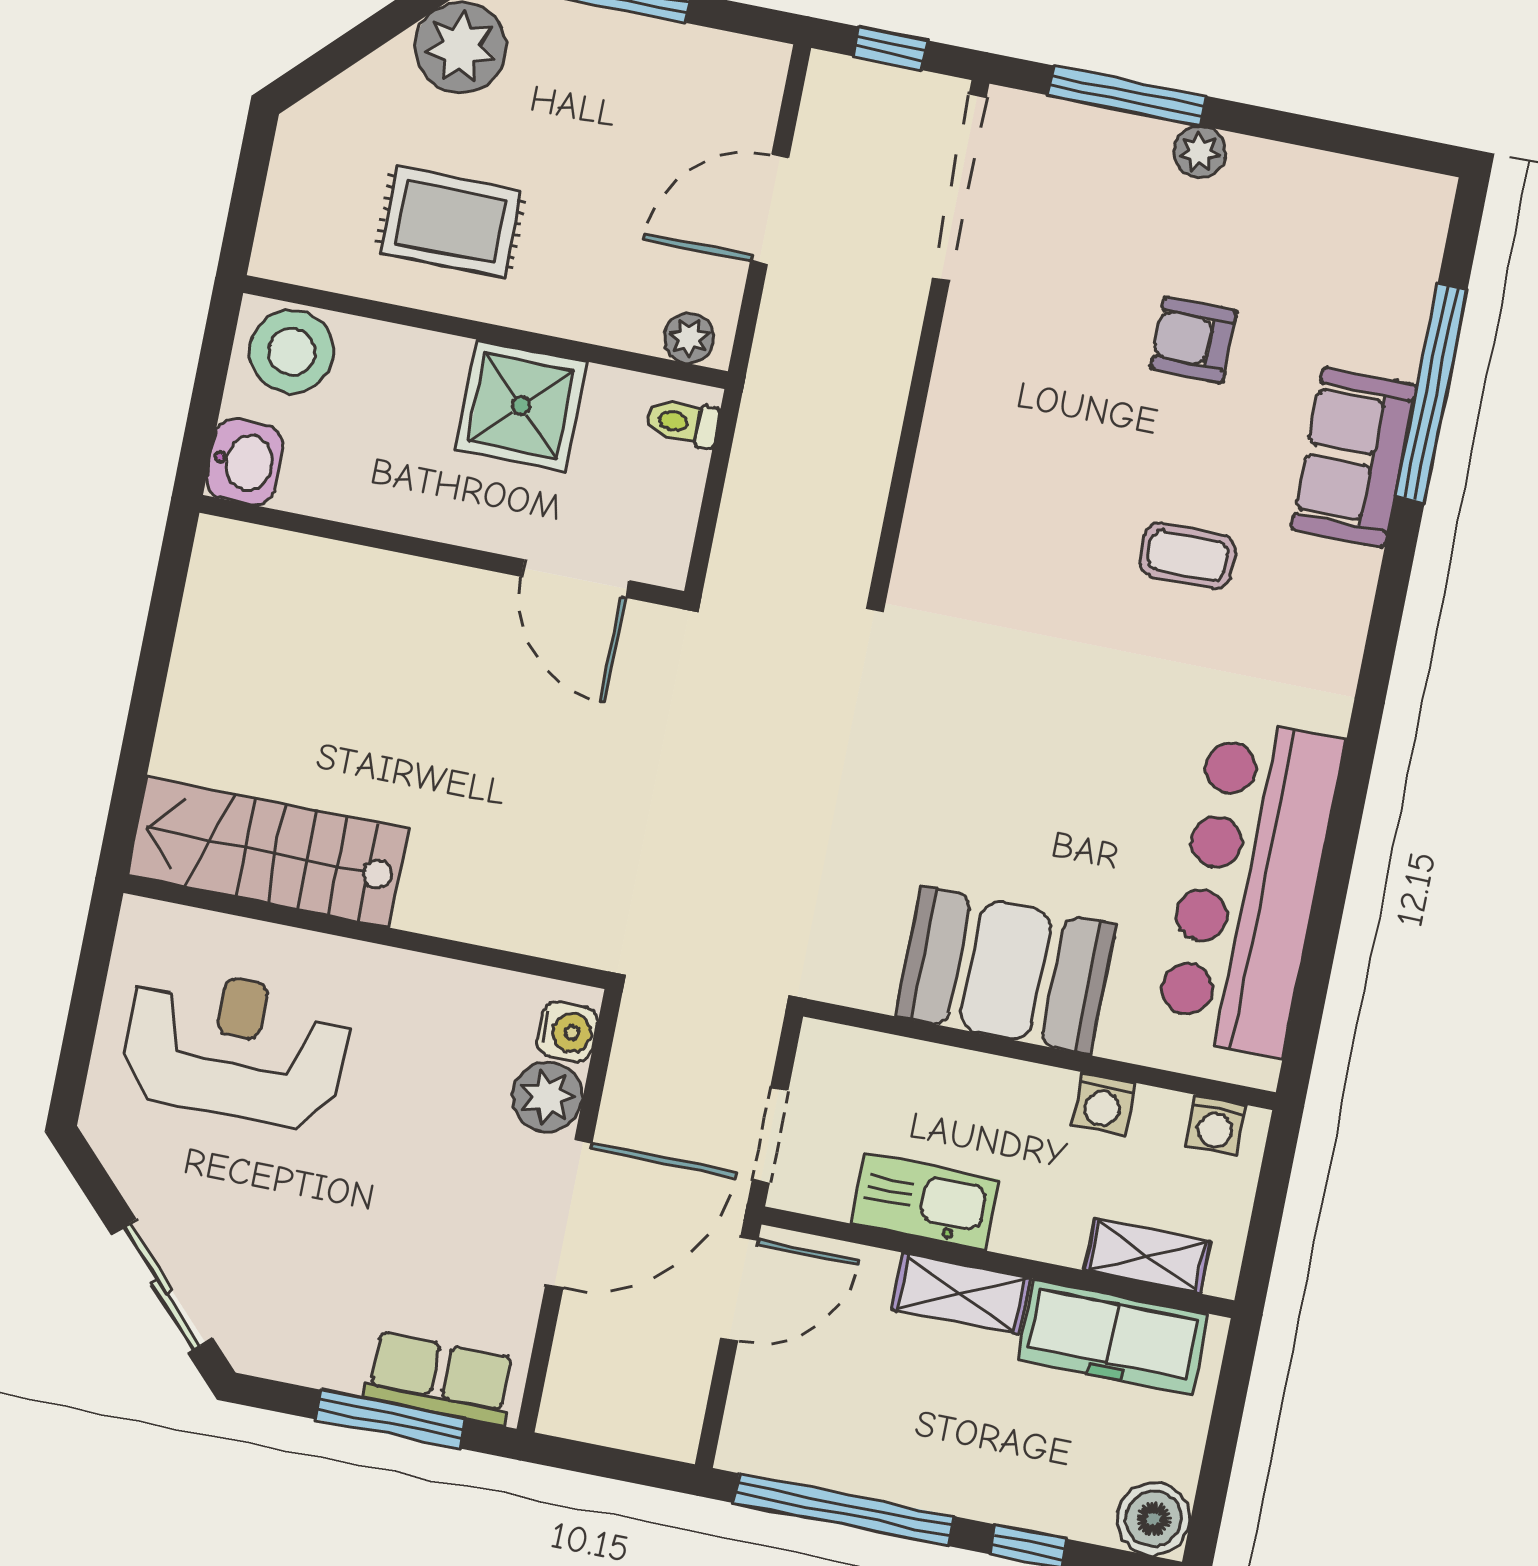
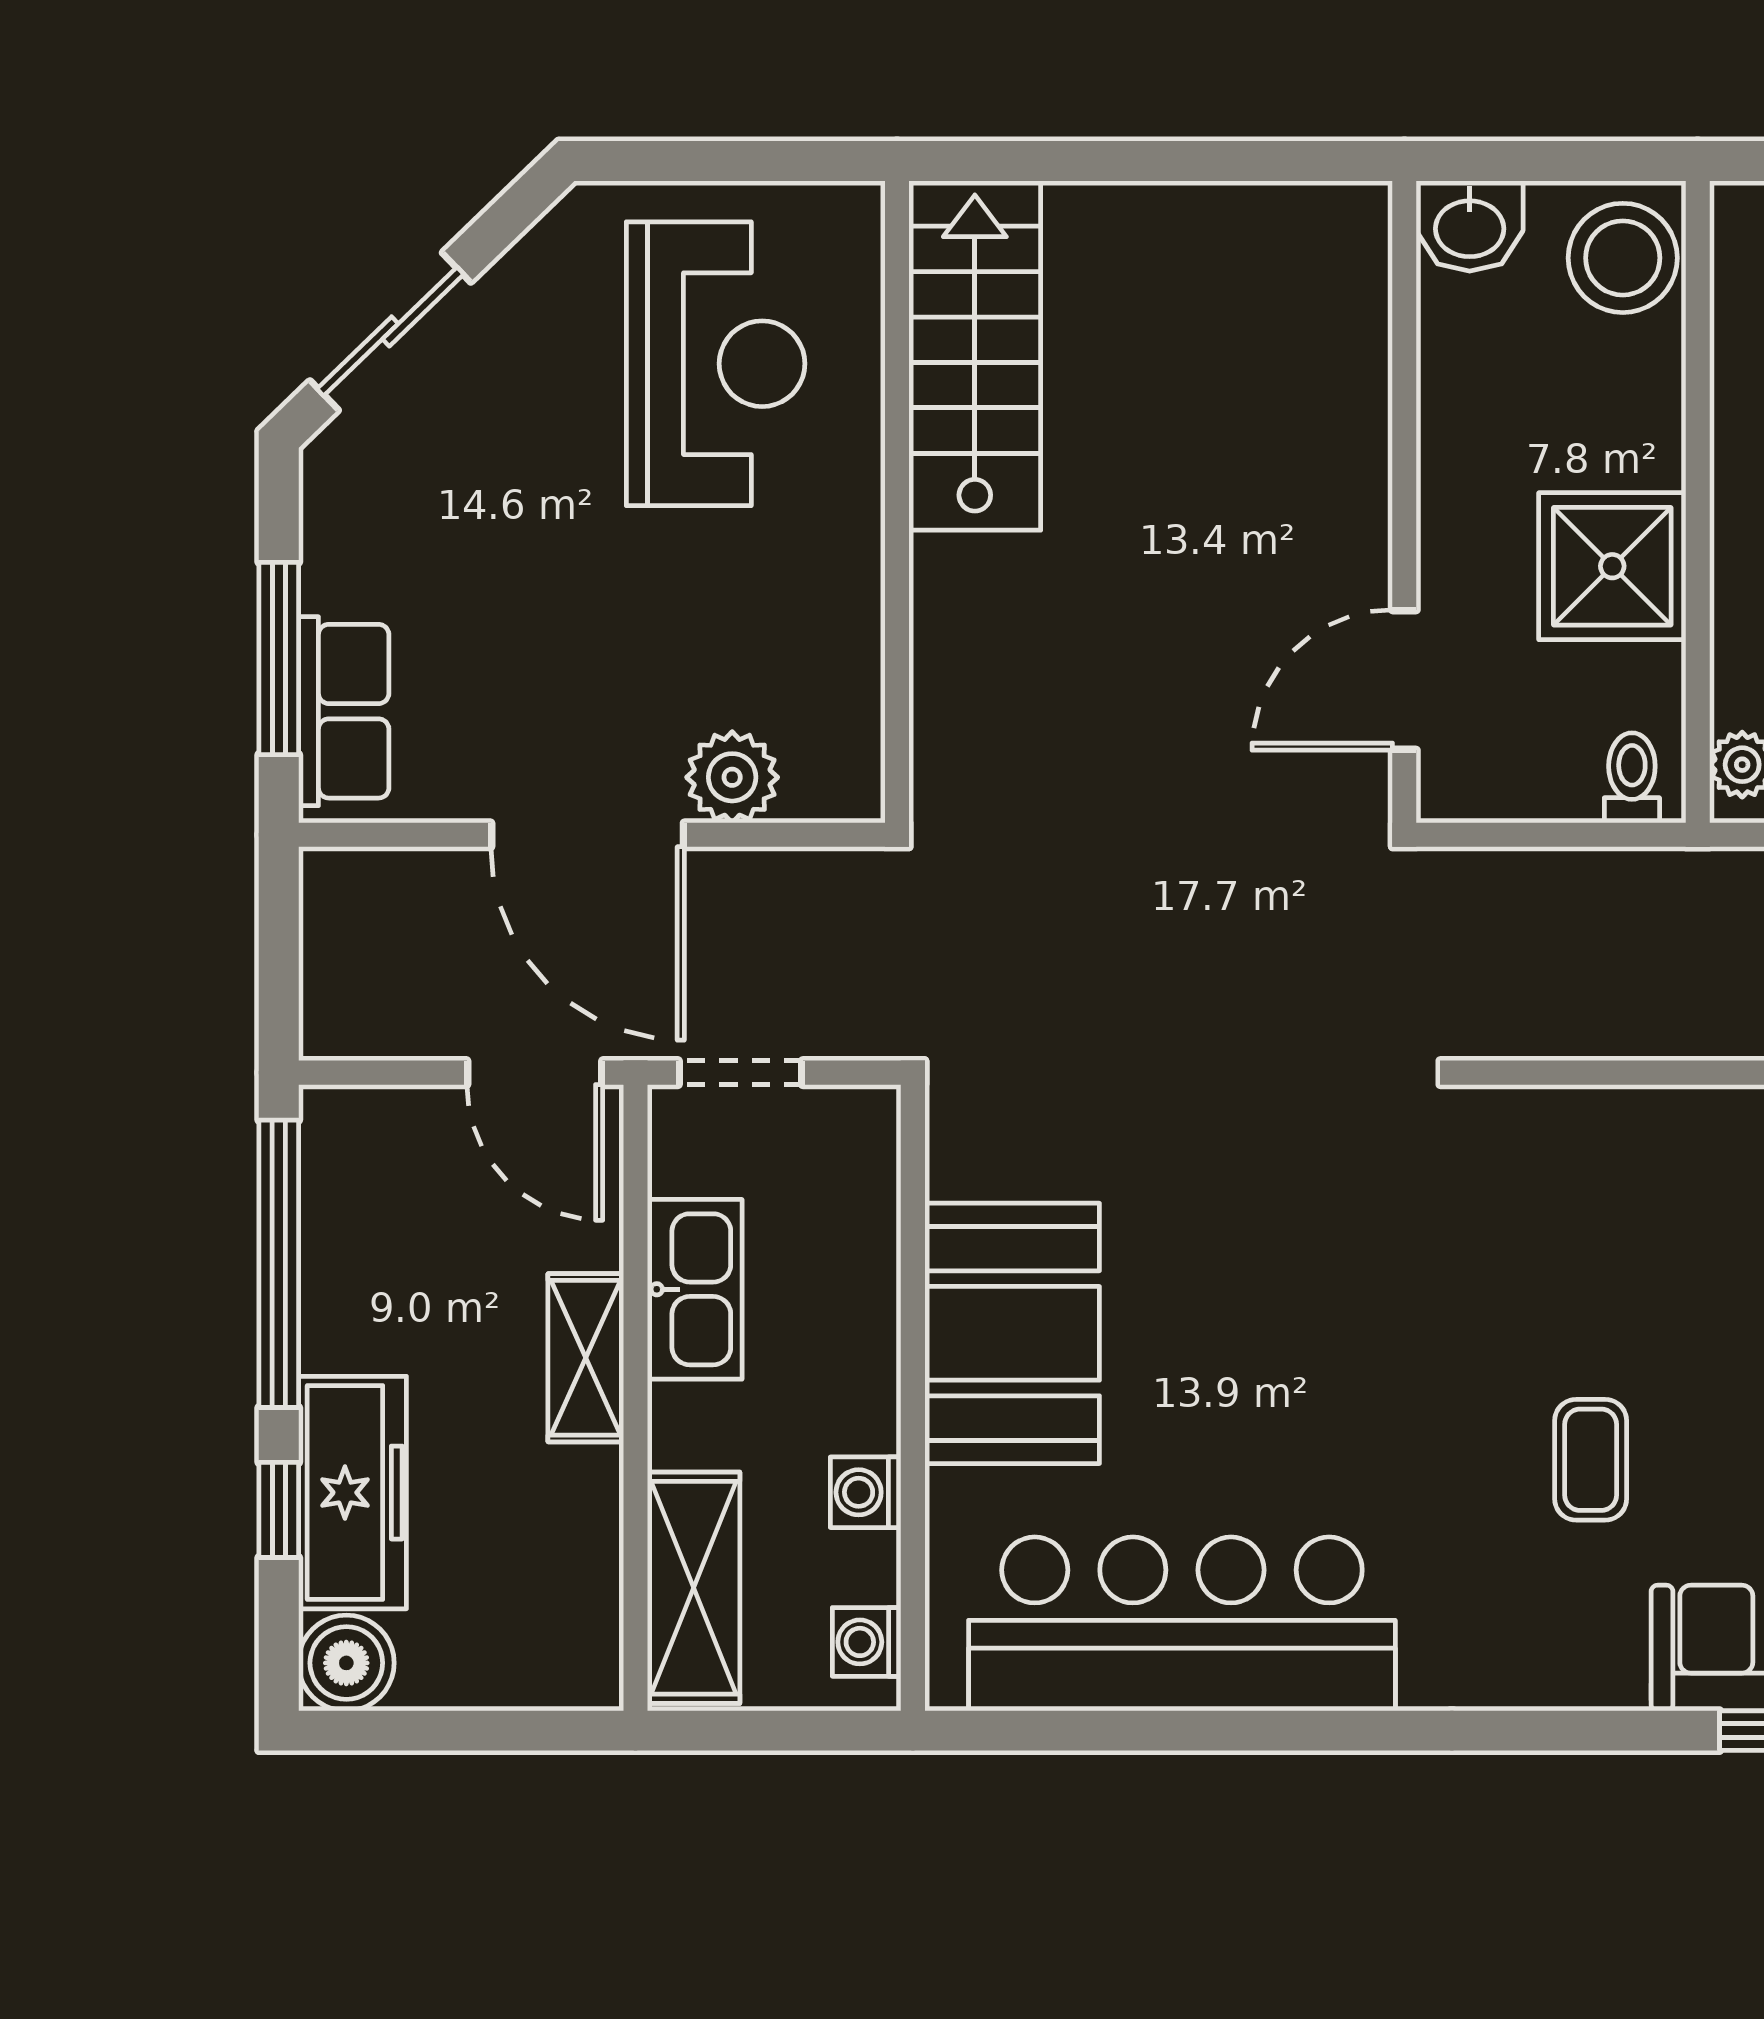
water cooler: (567, 1032) -> (821, 786), removed
shelving: (1147, 1256) -> (694, 1588), width x1.50, depth x1.33
freezer: (1113, 1337) -> (352, 1493), moved, turned 180

